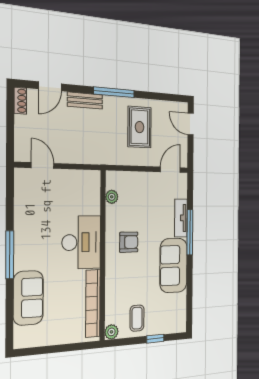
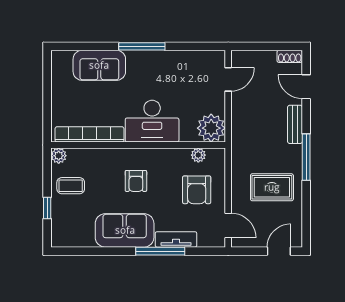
plant: (88, 184) -> (211, 128), added
armchair: (141, 199) -> (197, 190), added
armchair: (129, 242) -> (136, 181), moved

